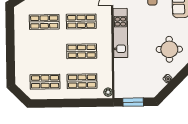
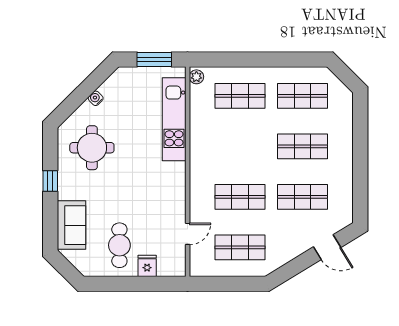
kitchen unit: (120, 33) -> (174, 119), moved
shop shelf: (82, 51) -> (303, 146), moved

